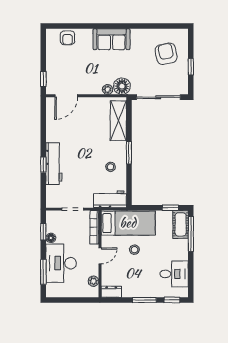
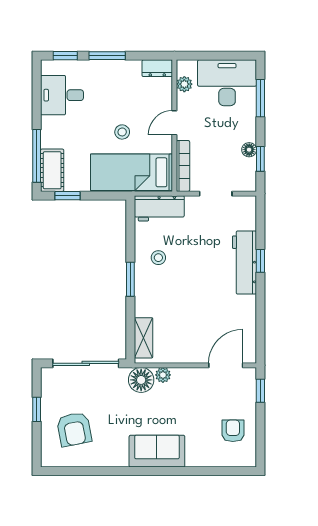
armchair: (68, 38) -> (233, 431), moved
shelving: (118, 121) -> (144, 338), width x0.67, depth x0.75
desk: (61, 263) -> (227, 83), moved, turned -90

